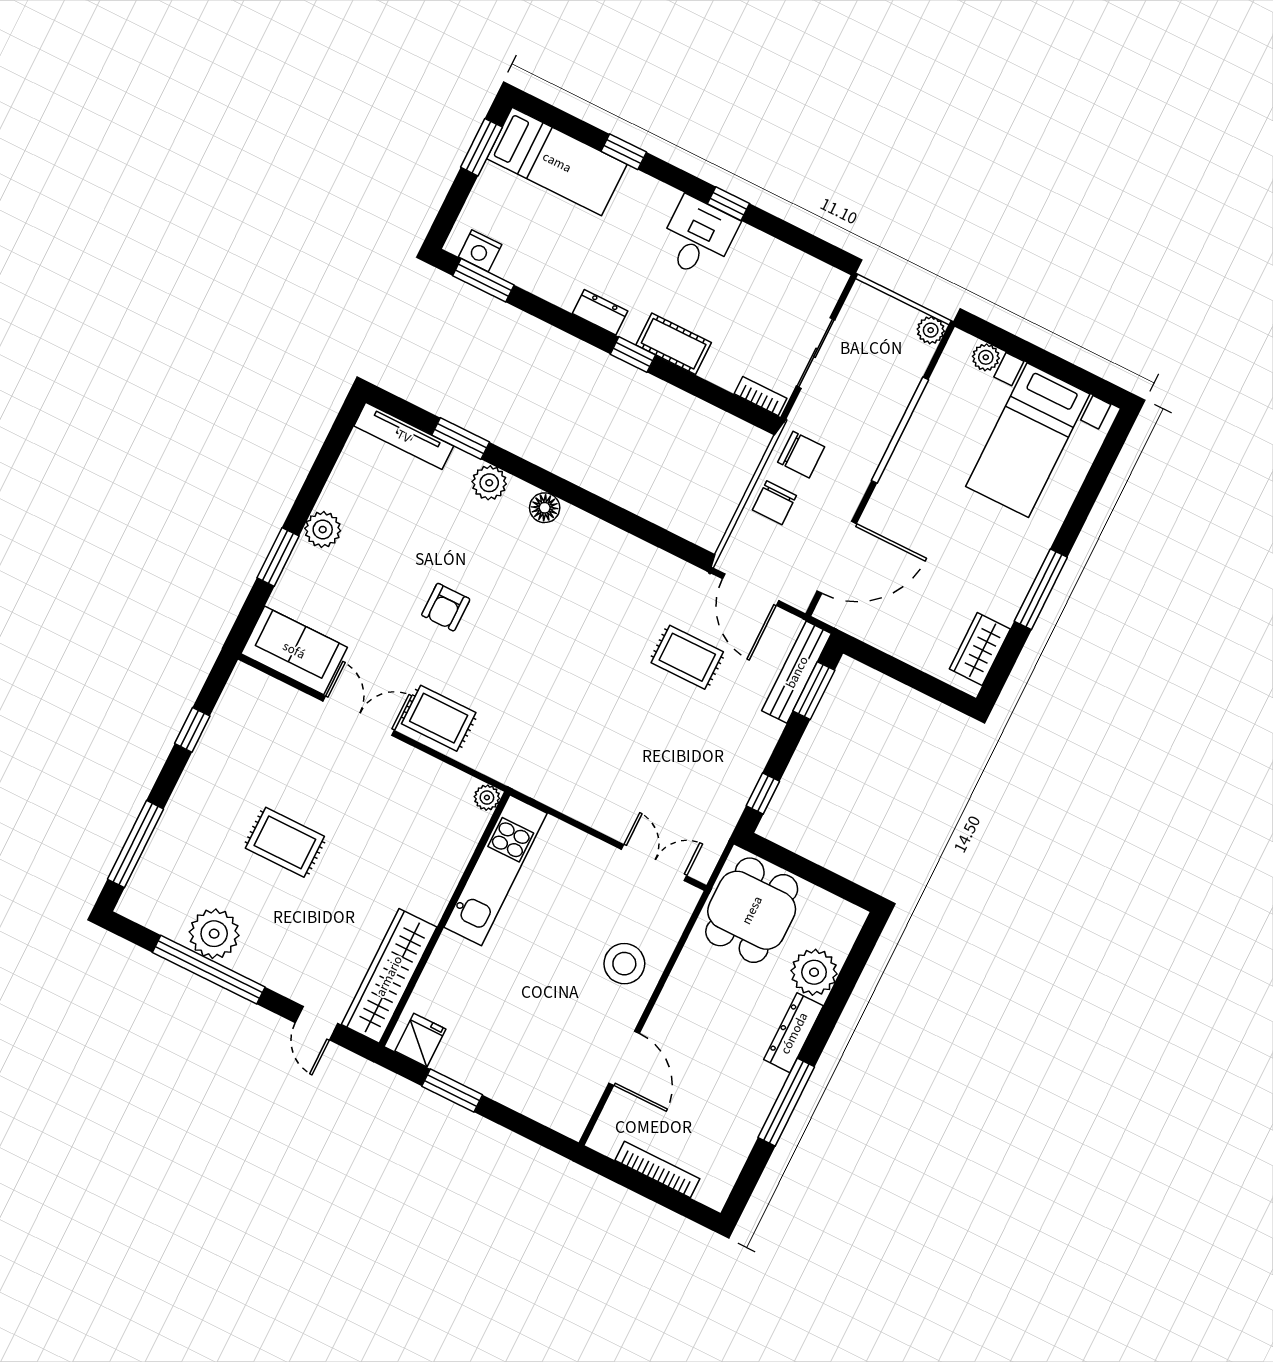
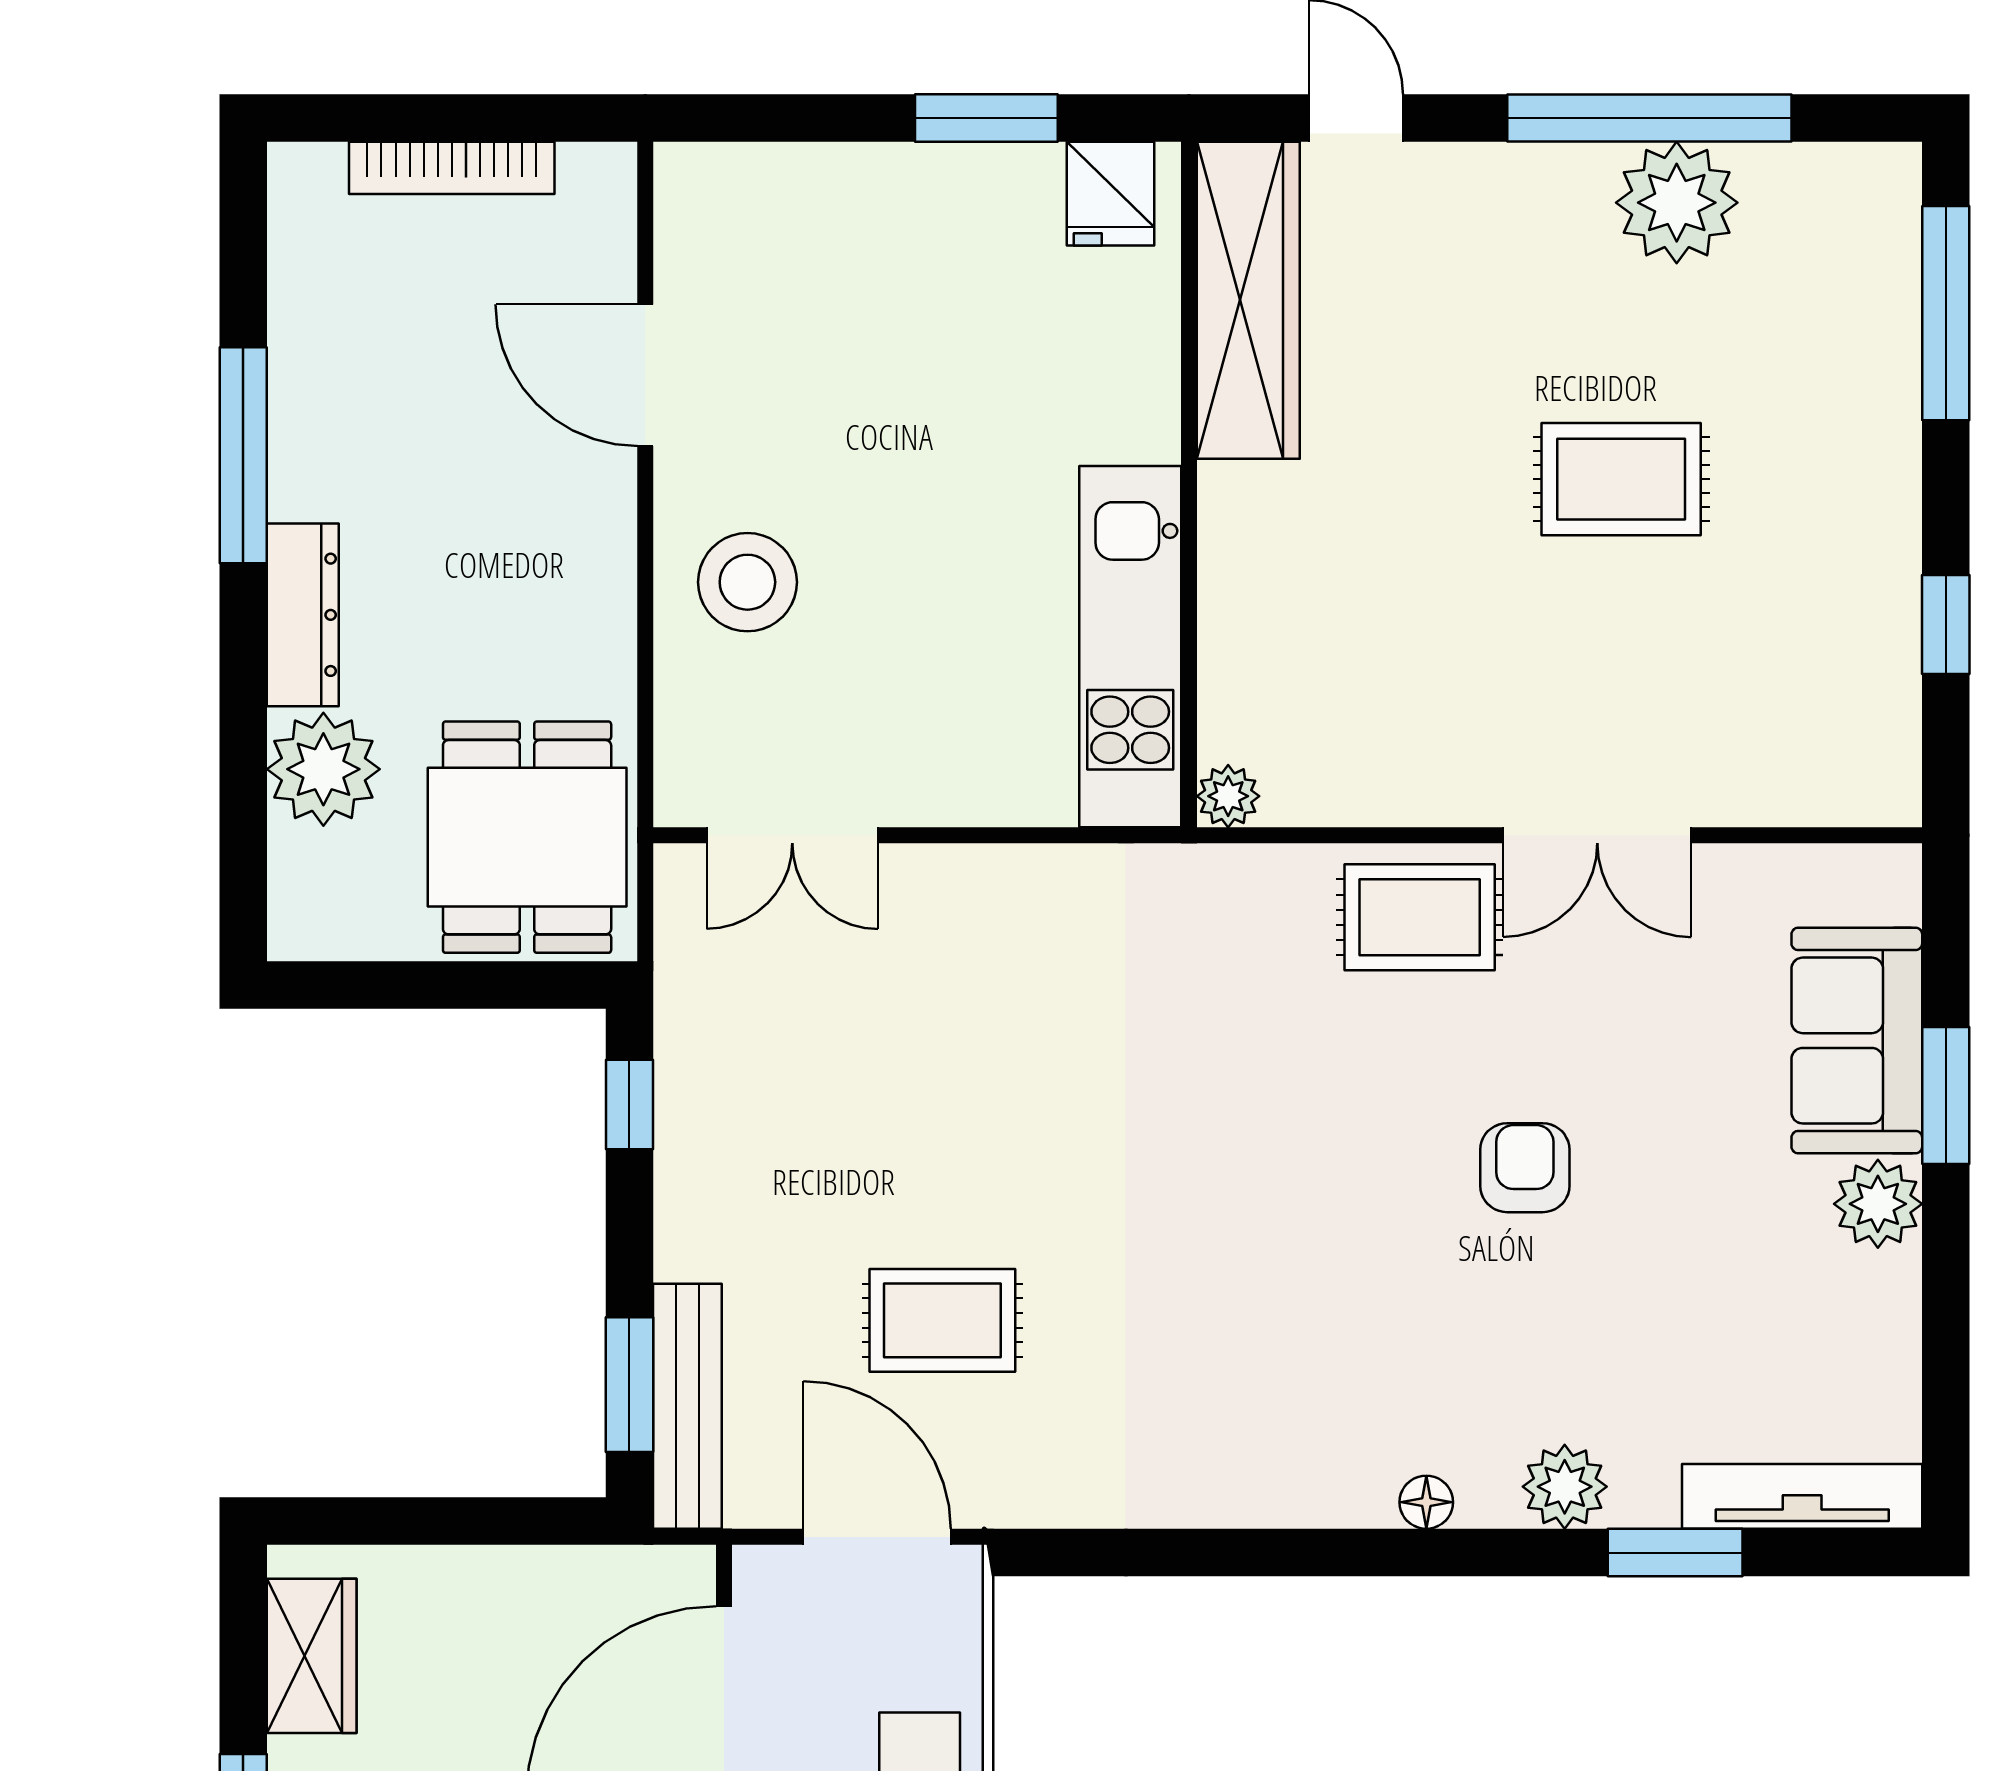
floor lamp: (545, 508) -> (1426, 1502), width x0.73, depth x0.73
sofa: (294, 650) -> (1857, 1041), moved, turned 90

